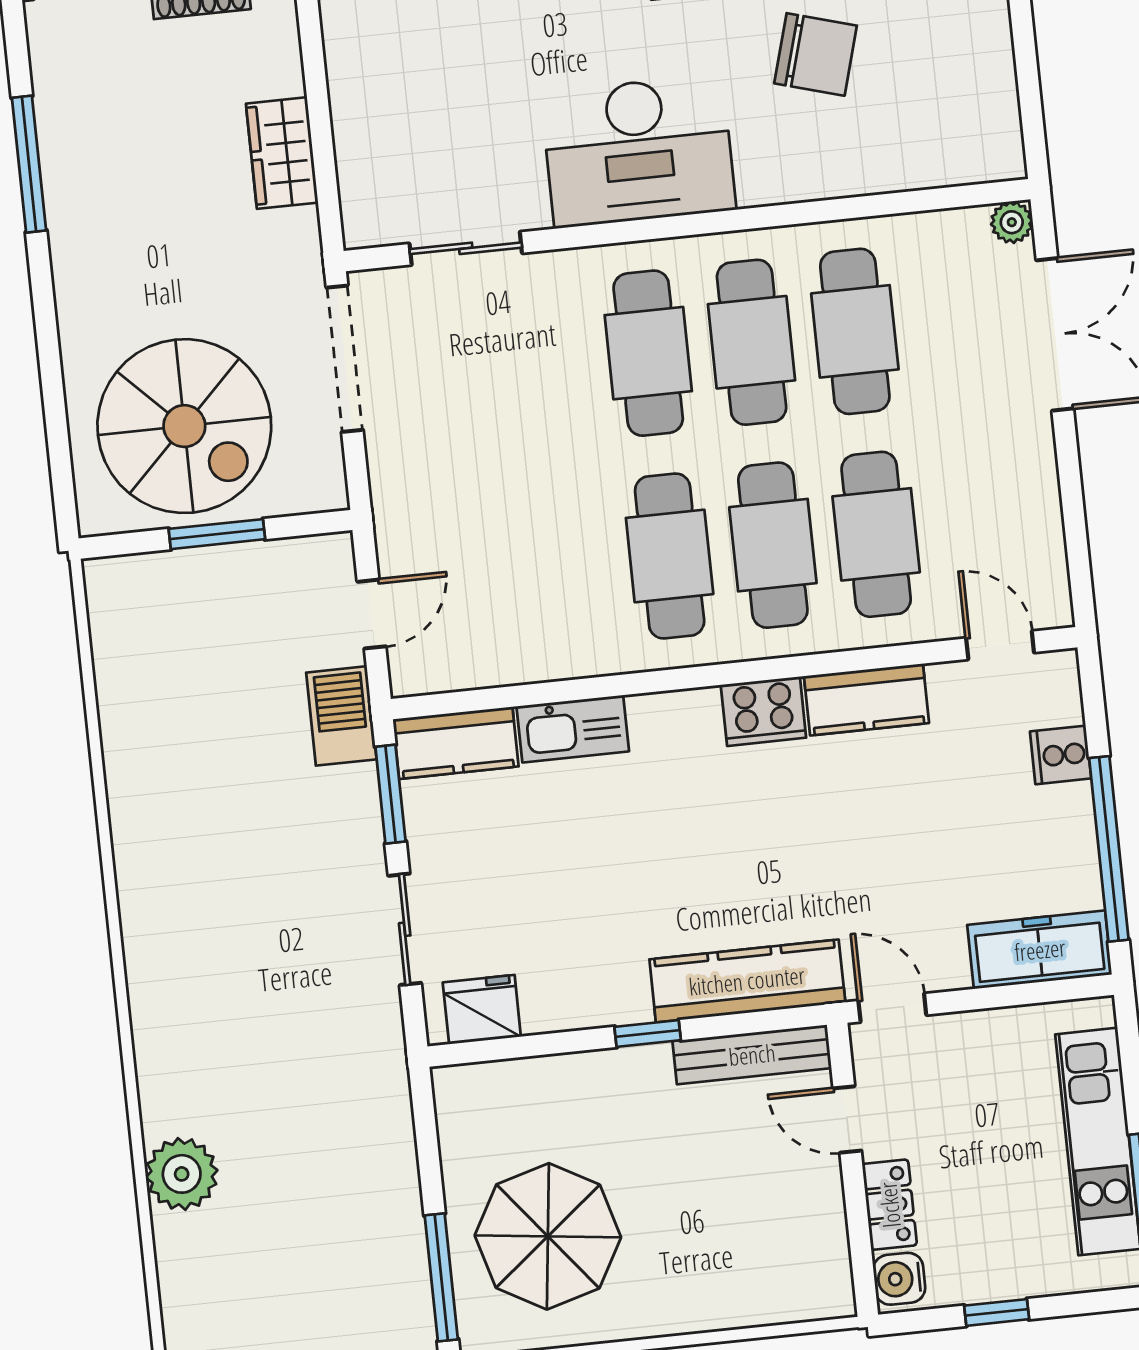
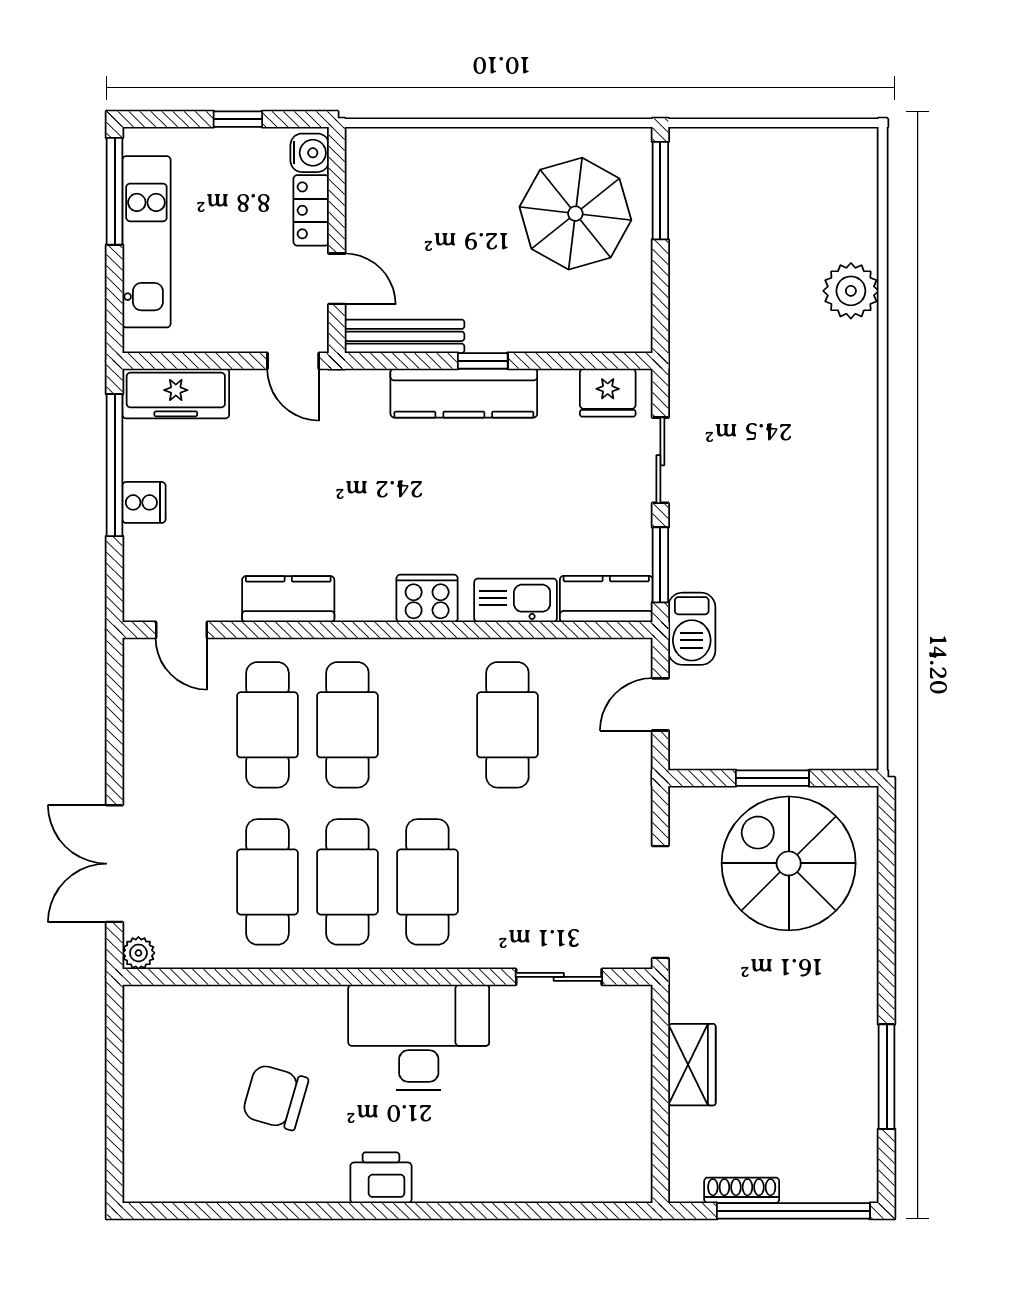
cafe table: (670, 556) -> (507, 725), moved
cooker: (763, 711) -> (427, 598), moved
cooker: (1061, 755) -> (144, 502), moved
kitchen counter: (747, 981) -> (464, 393), moved

